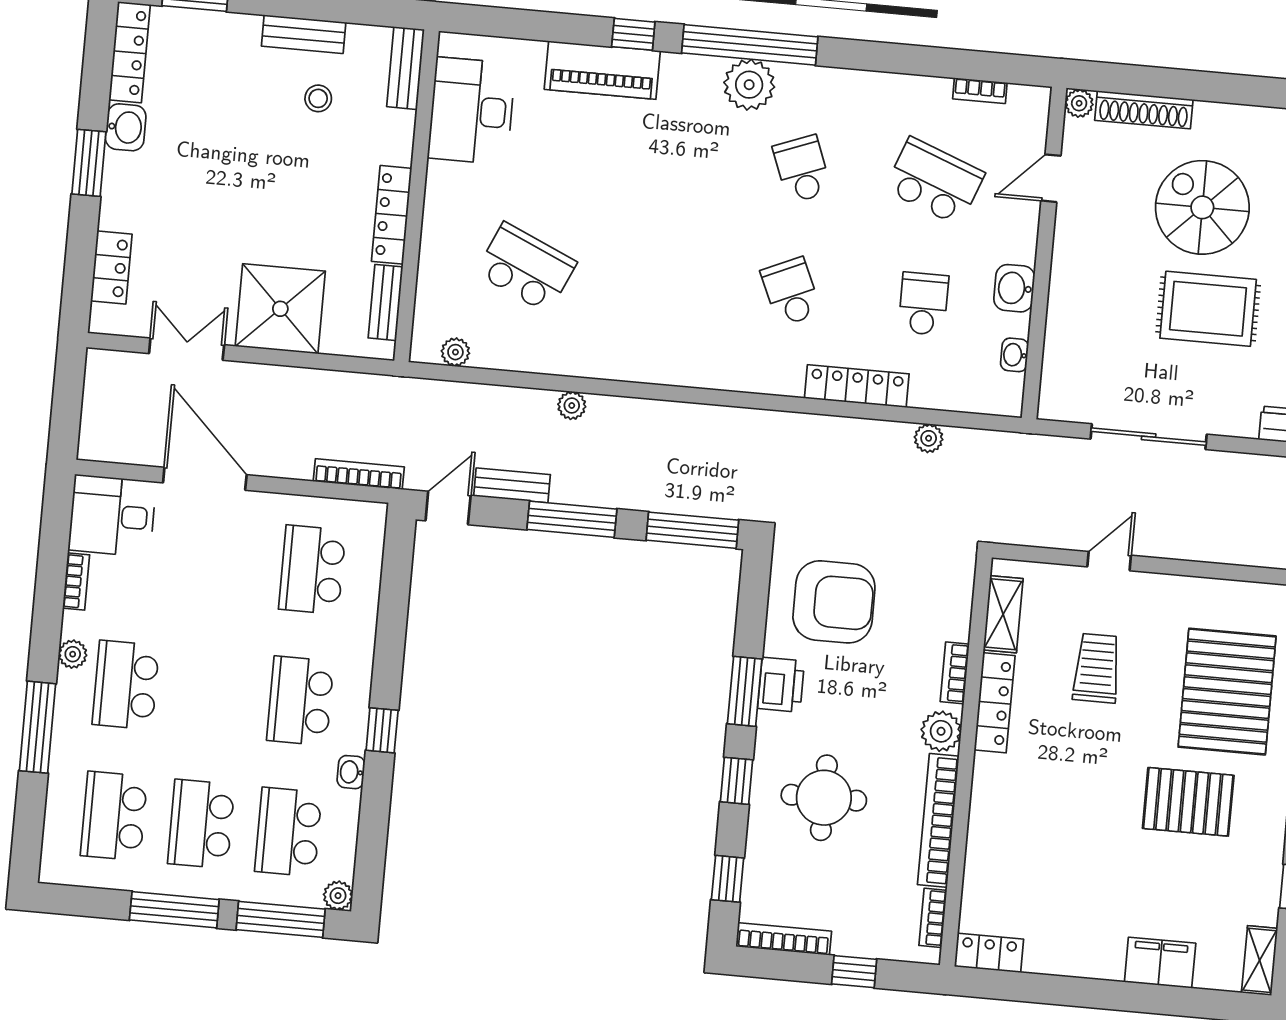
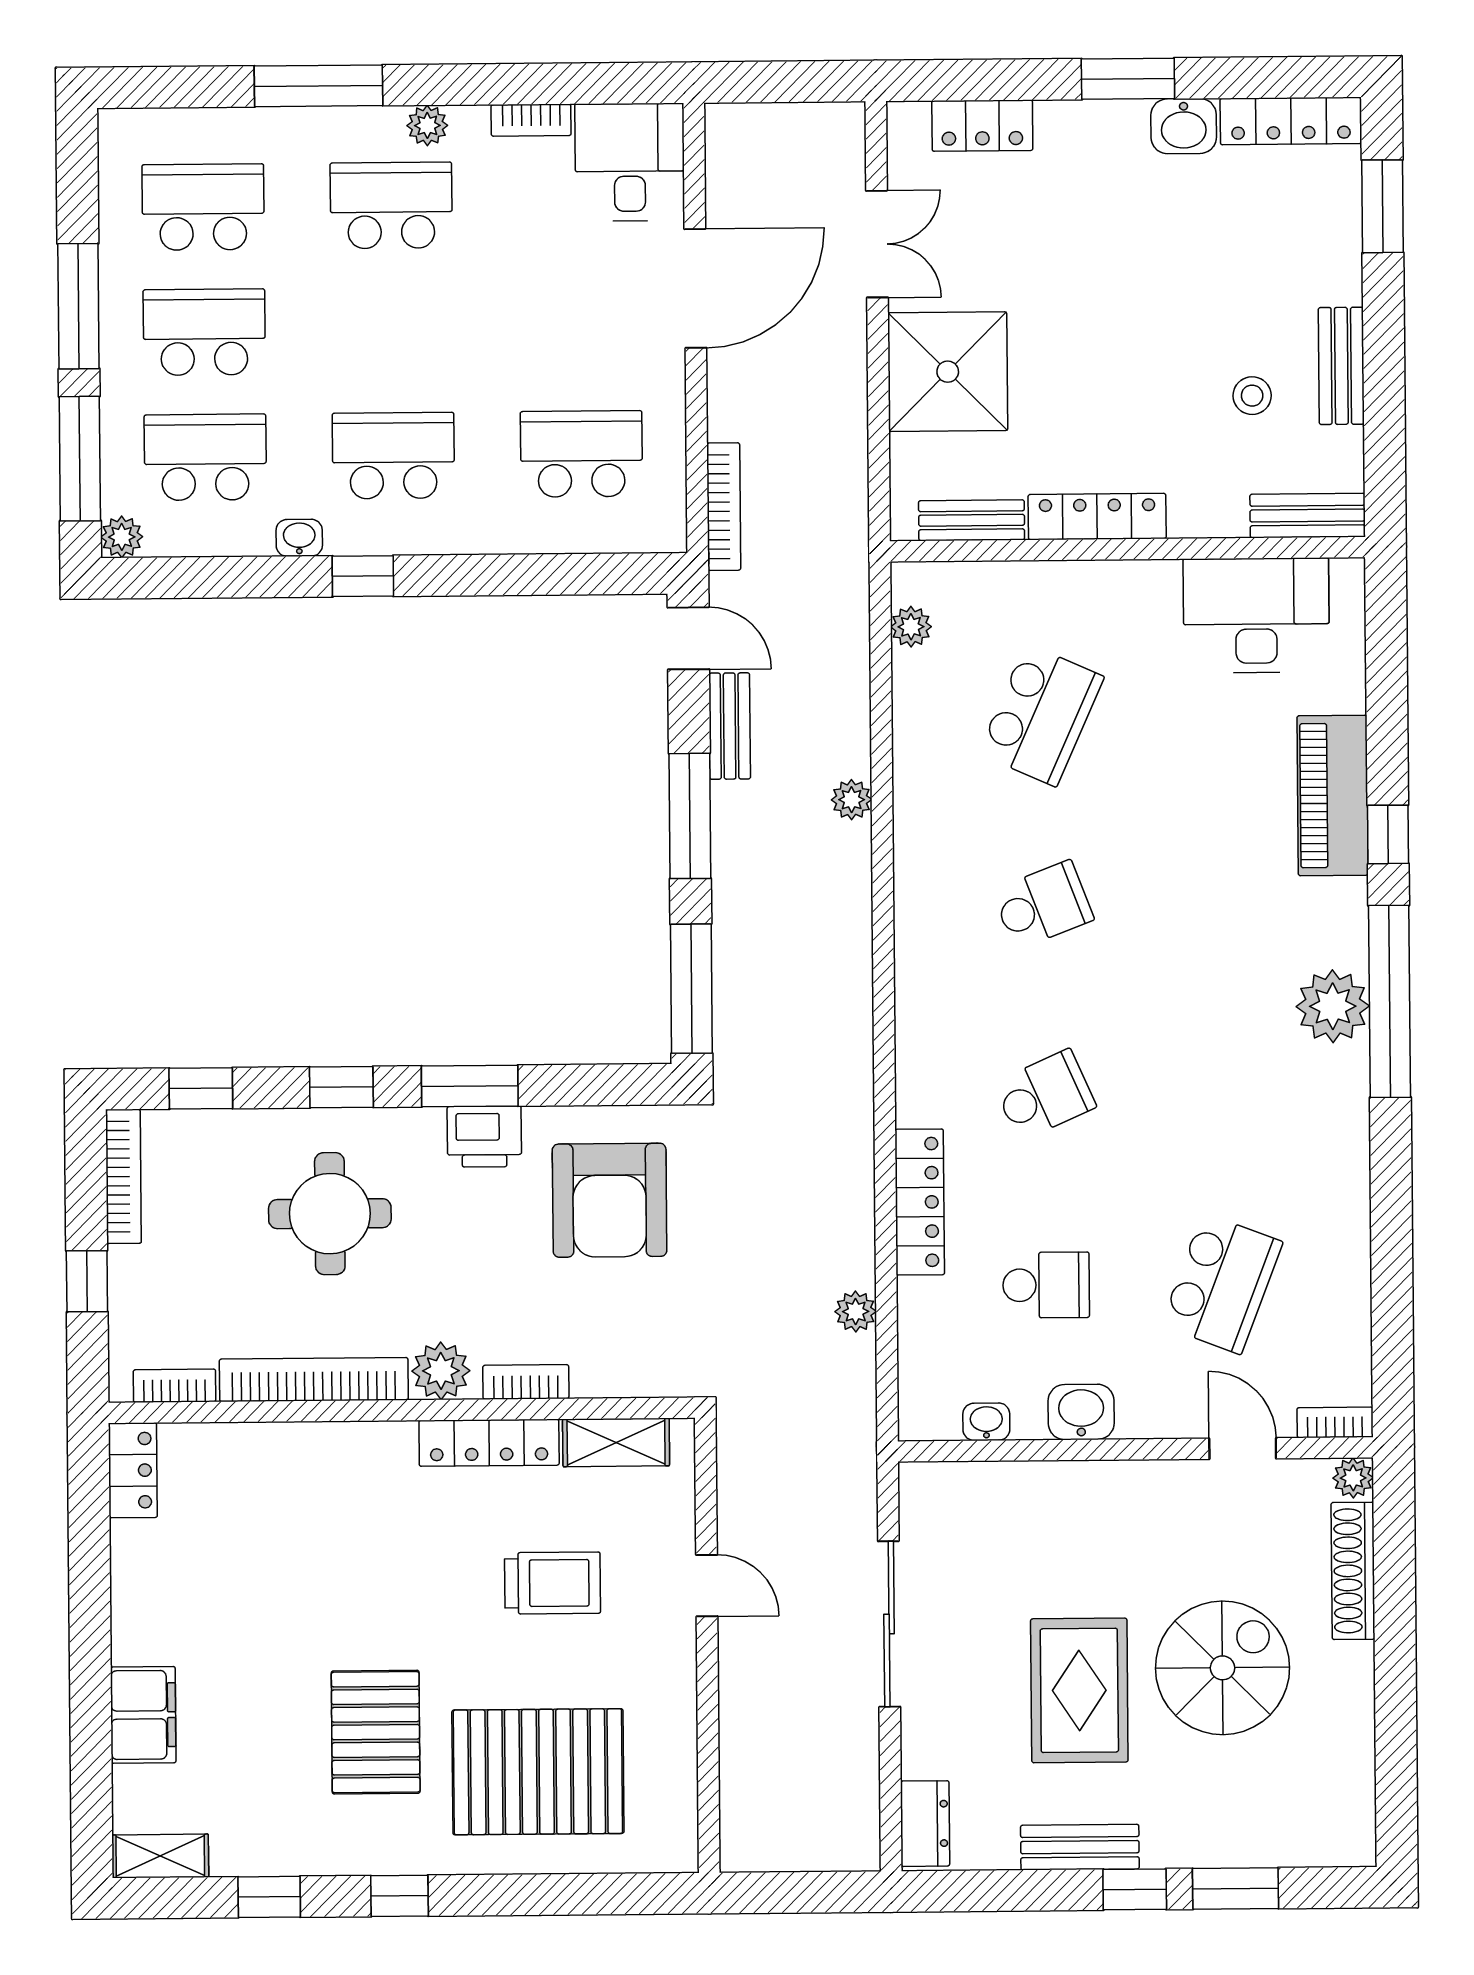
bookcase: (980, 91) -> (1335, 1422), moved, turned 90
school desk: (802, 169) -> (1043, 905), moved

